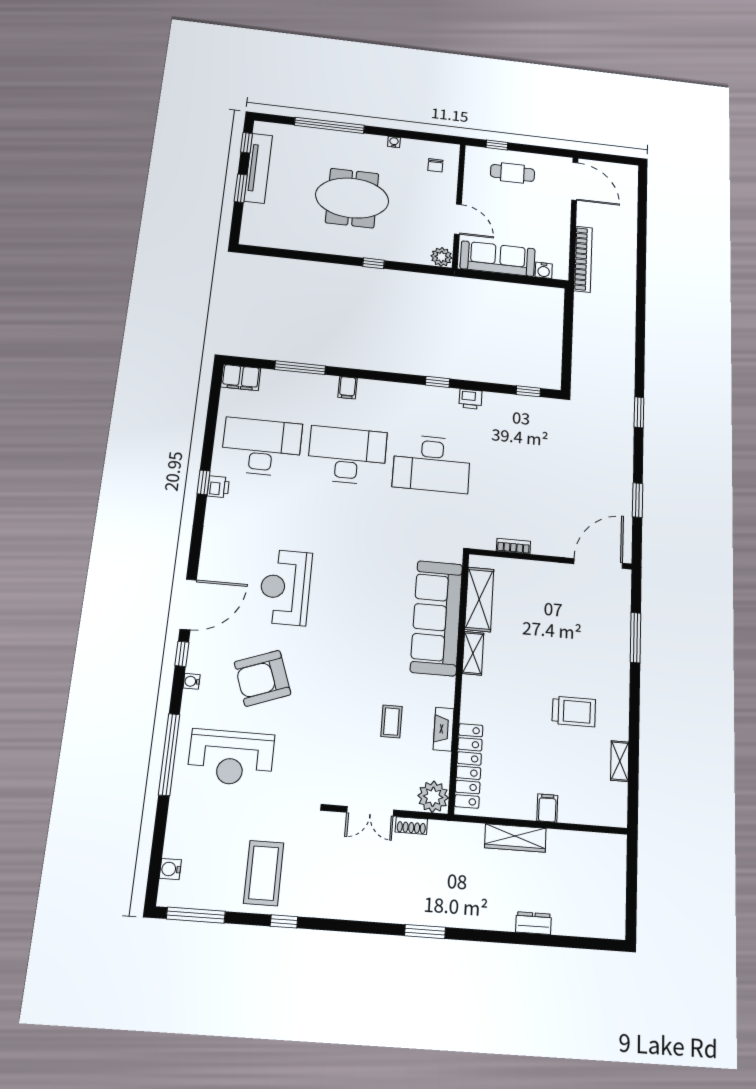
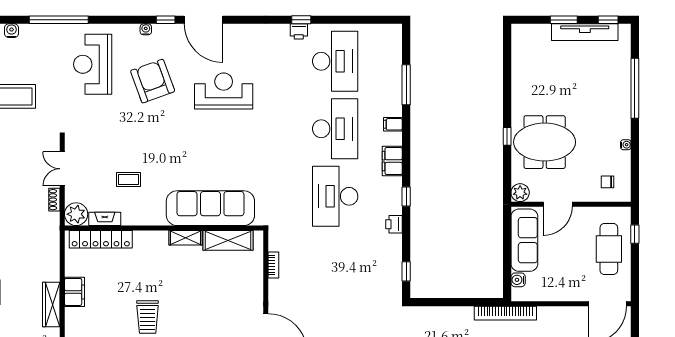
cafe table: (512, 173) -> (609, 249), width x1.37, depth x1.35
meeting table: (352, 198) -> (545, 142), moved, turned 90
bookcase: (583, 259) -> (505, 313), moved
filing cabinet: (241, 378) -> (392, 161), moved
fireplace: (444, 729) -> (105, 219), moved
window: (169, 754) -> (59, 20), moved
filing cabinet: (547, 808) -> (74, 292), width x2.00
wardrobe: (515, 838) -> (51, 305), moved

